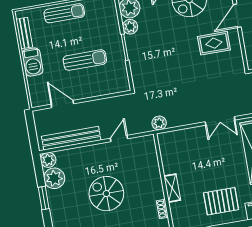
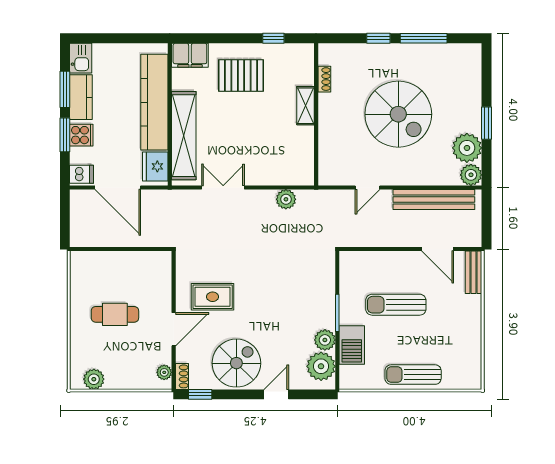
bench: (24, 33) -> (474, 272), moved
barbecue: (32, 62) -> (352, 345), moved, turned 180
plant: (159, 123) -> (286, 199), moved
spiral stairs: (106, 194) -> (398, 114), width x1.37, depth x1.37

